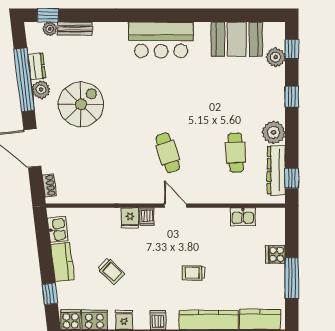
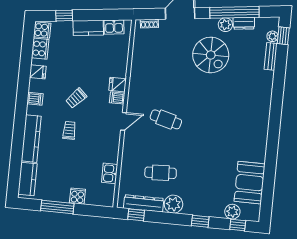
bar counter: (161, 40) -> (255, 123), removed
cafe table: (168, 153) -> (166, 119), turned 33
trolley: (111, 271) -> (76, 98), moved

